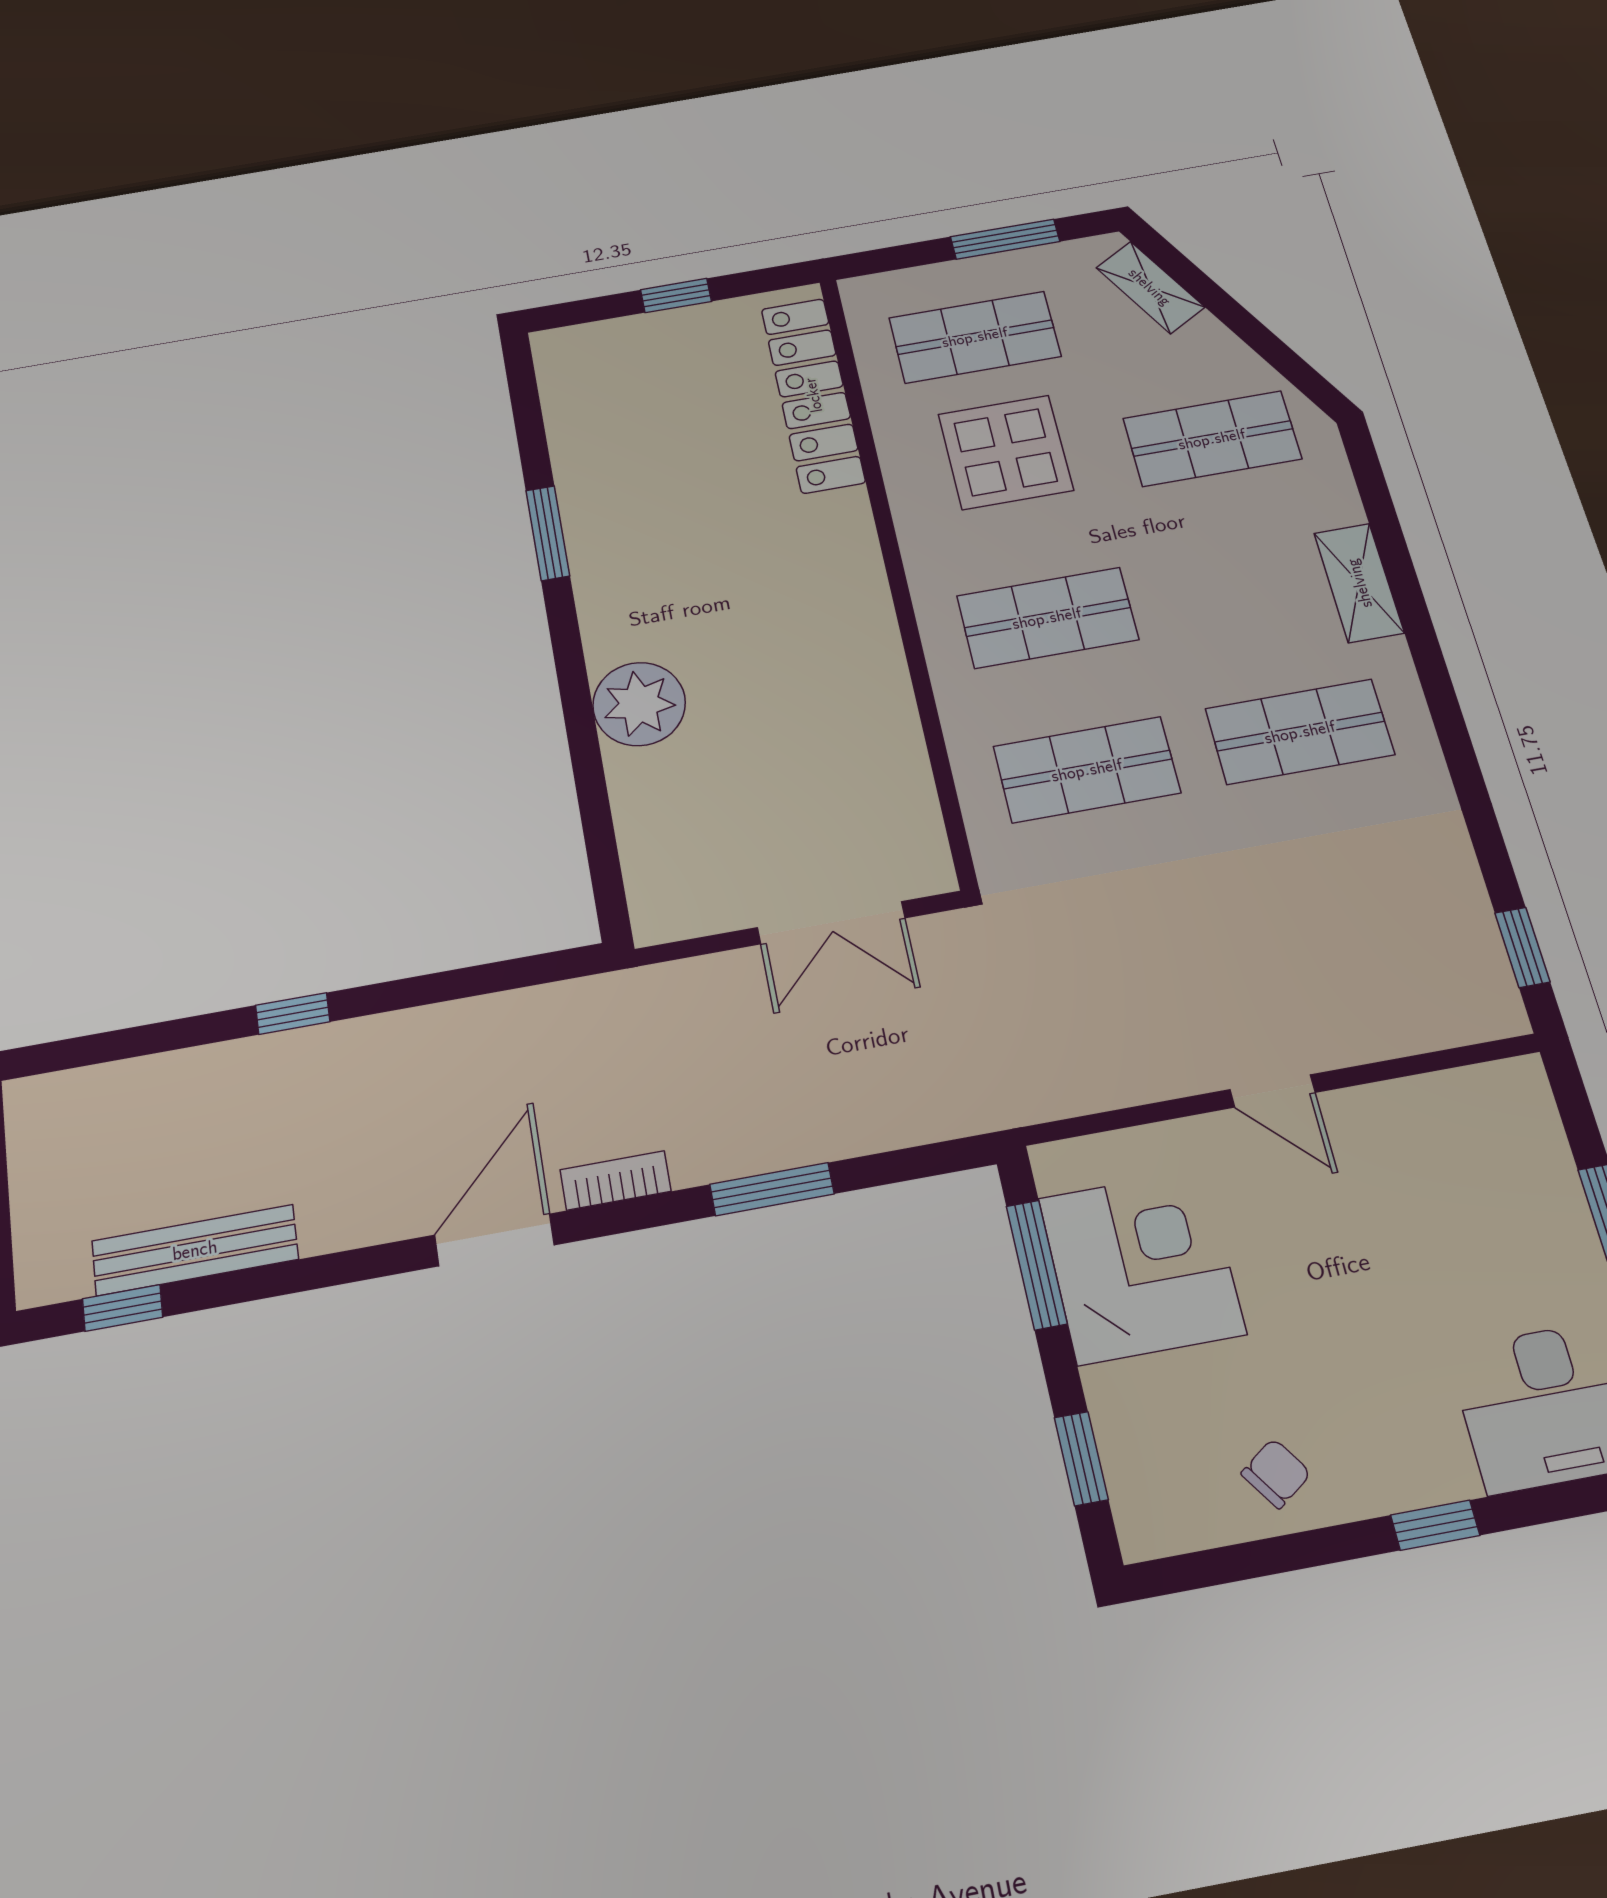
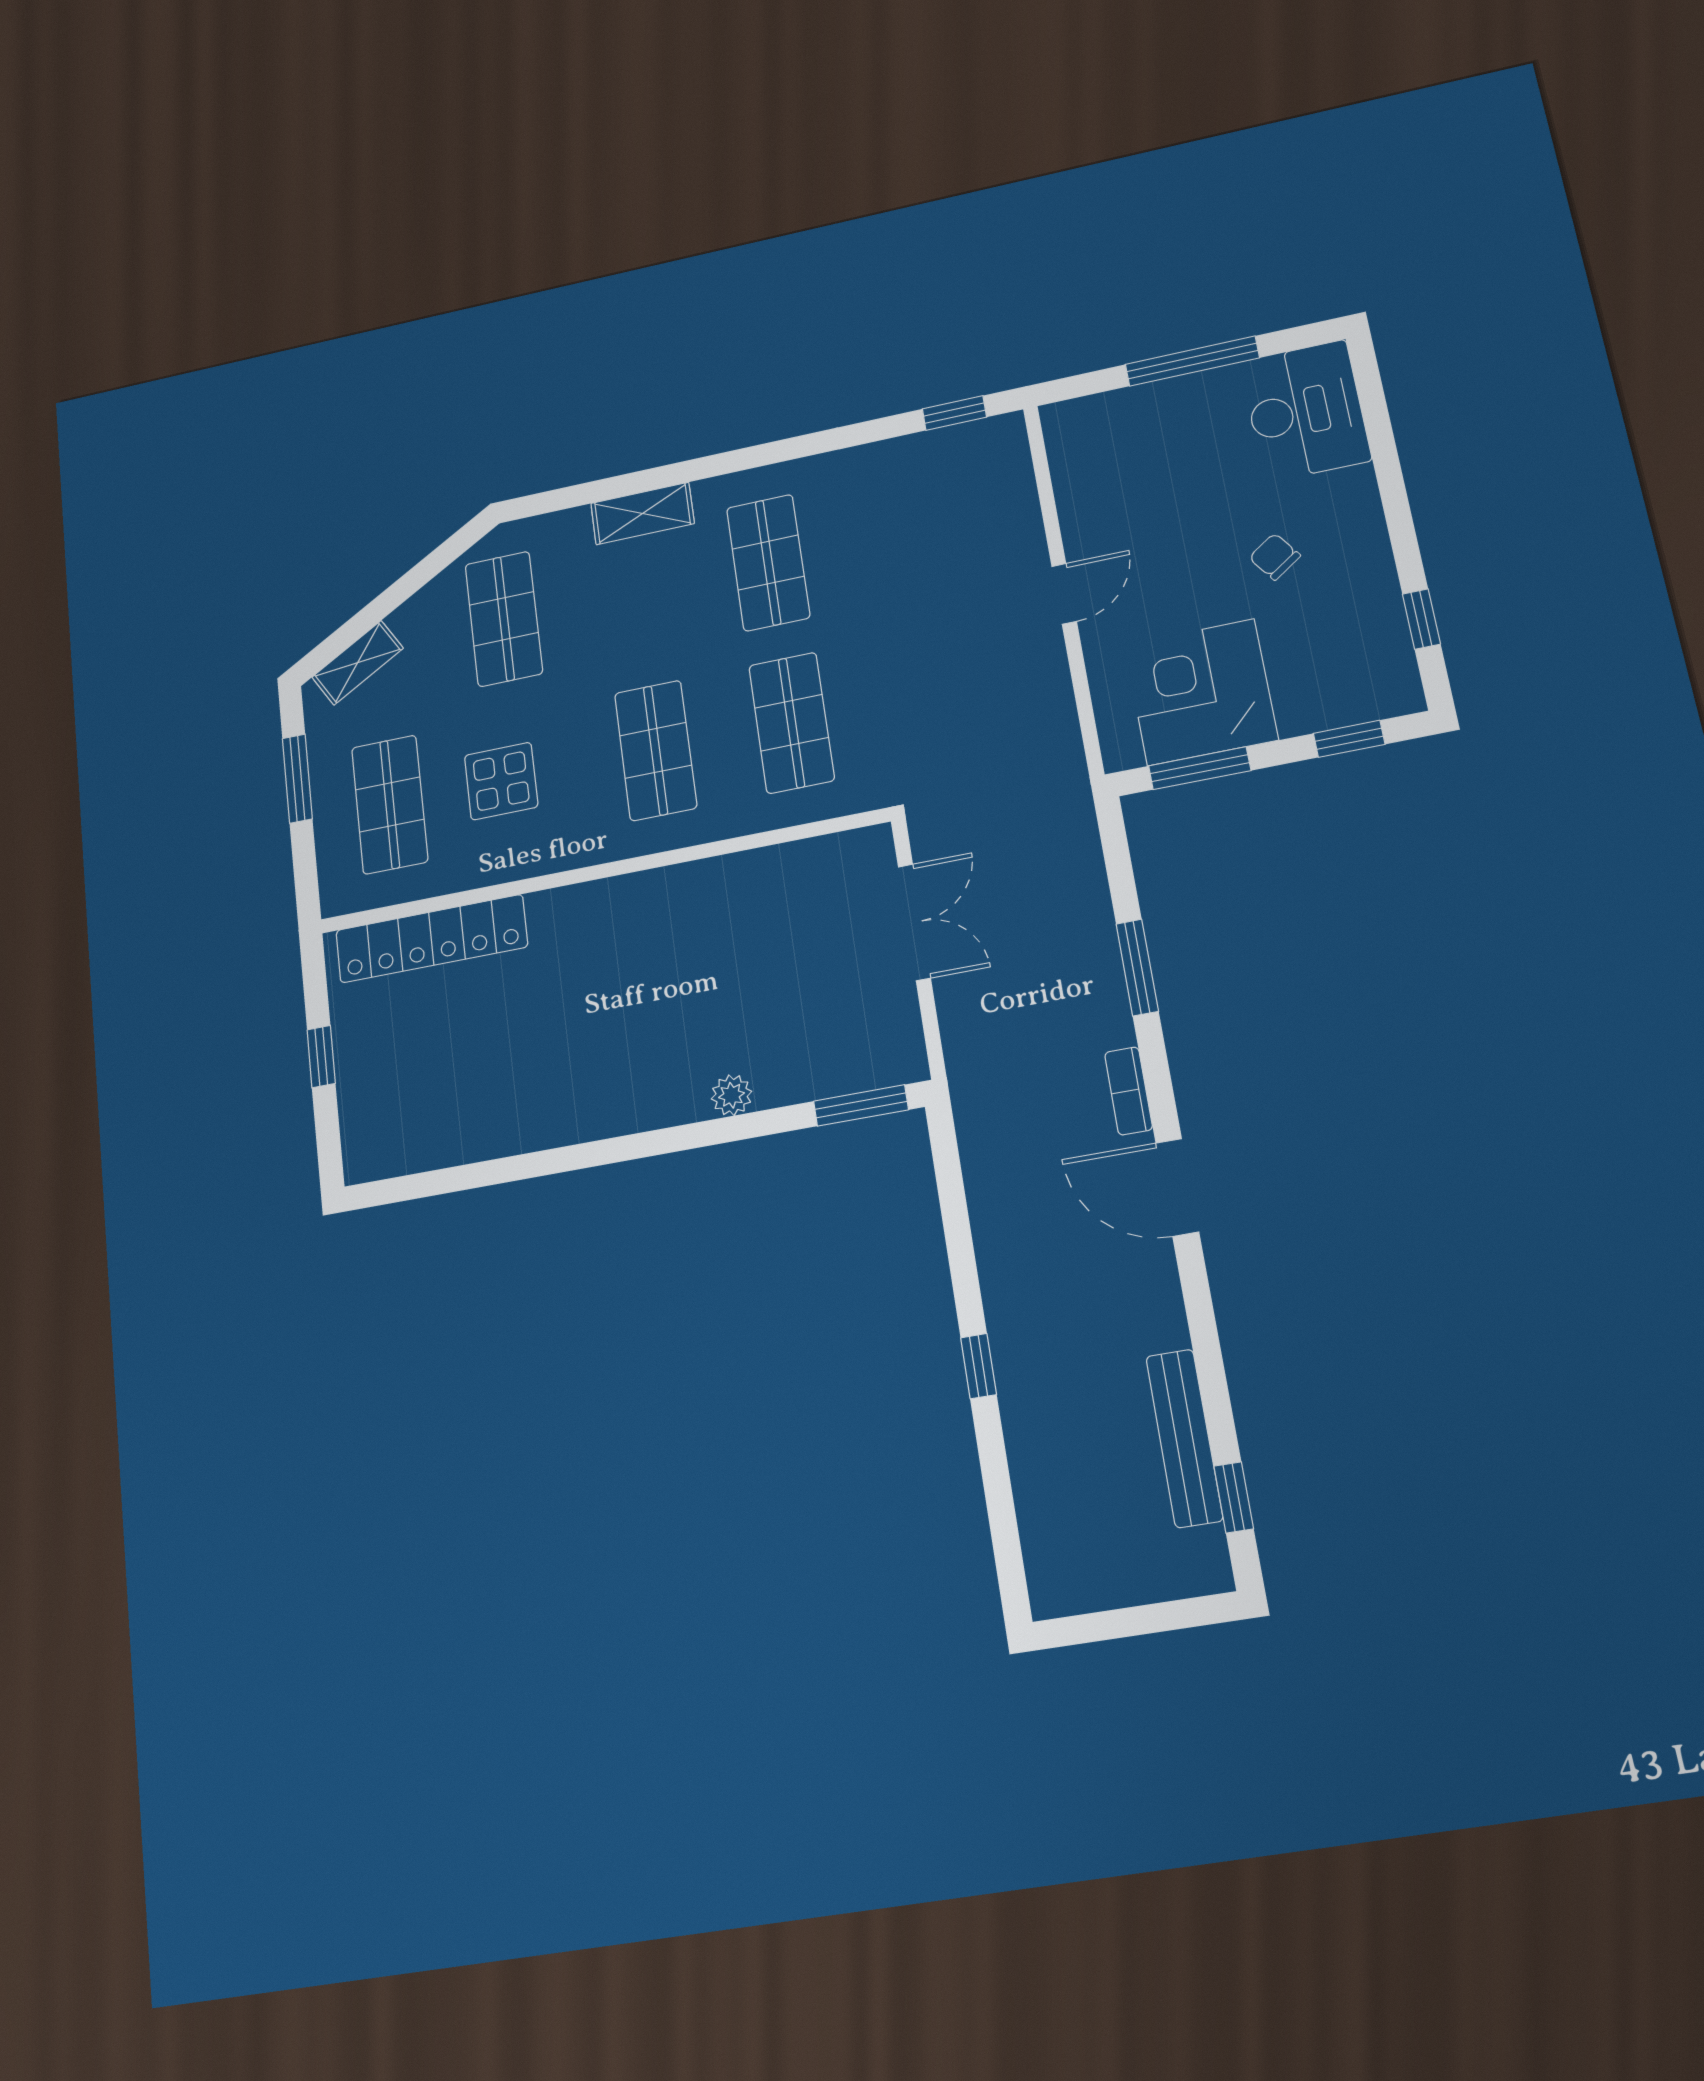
display table: (1005, 452) -> (501, 781), width x0.73, depth x0.73
window: (548, 533) -> (861, 1105), moved
plant: (639, 704) -> (732, 1095), width x0.53, depth x0.53
chair: (1276, 1473) -> (1275, 557), moved
window: (1435, 1525) -> (1421, 619), moved

